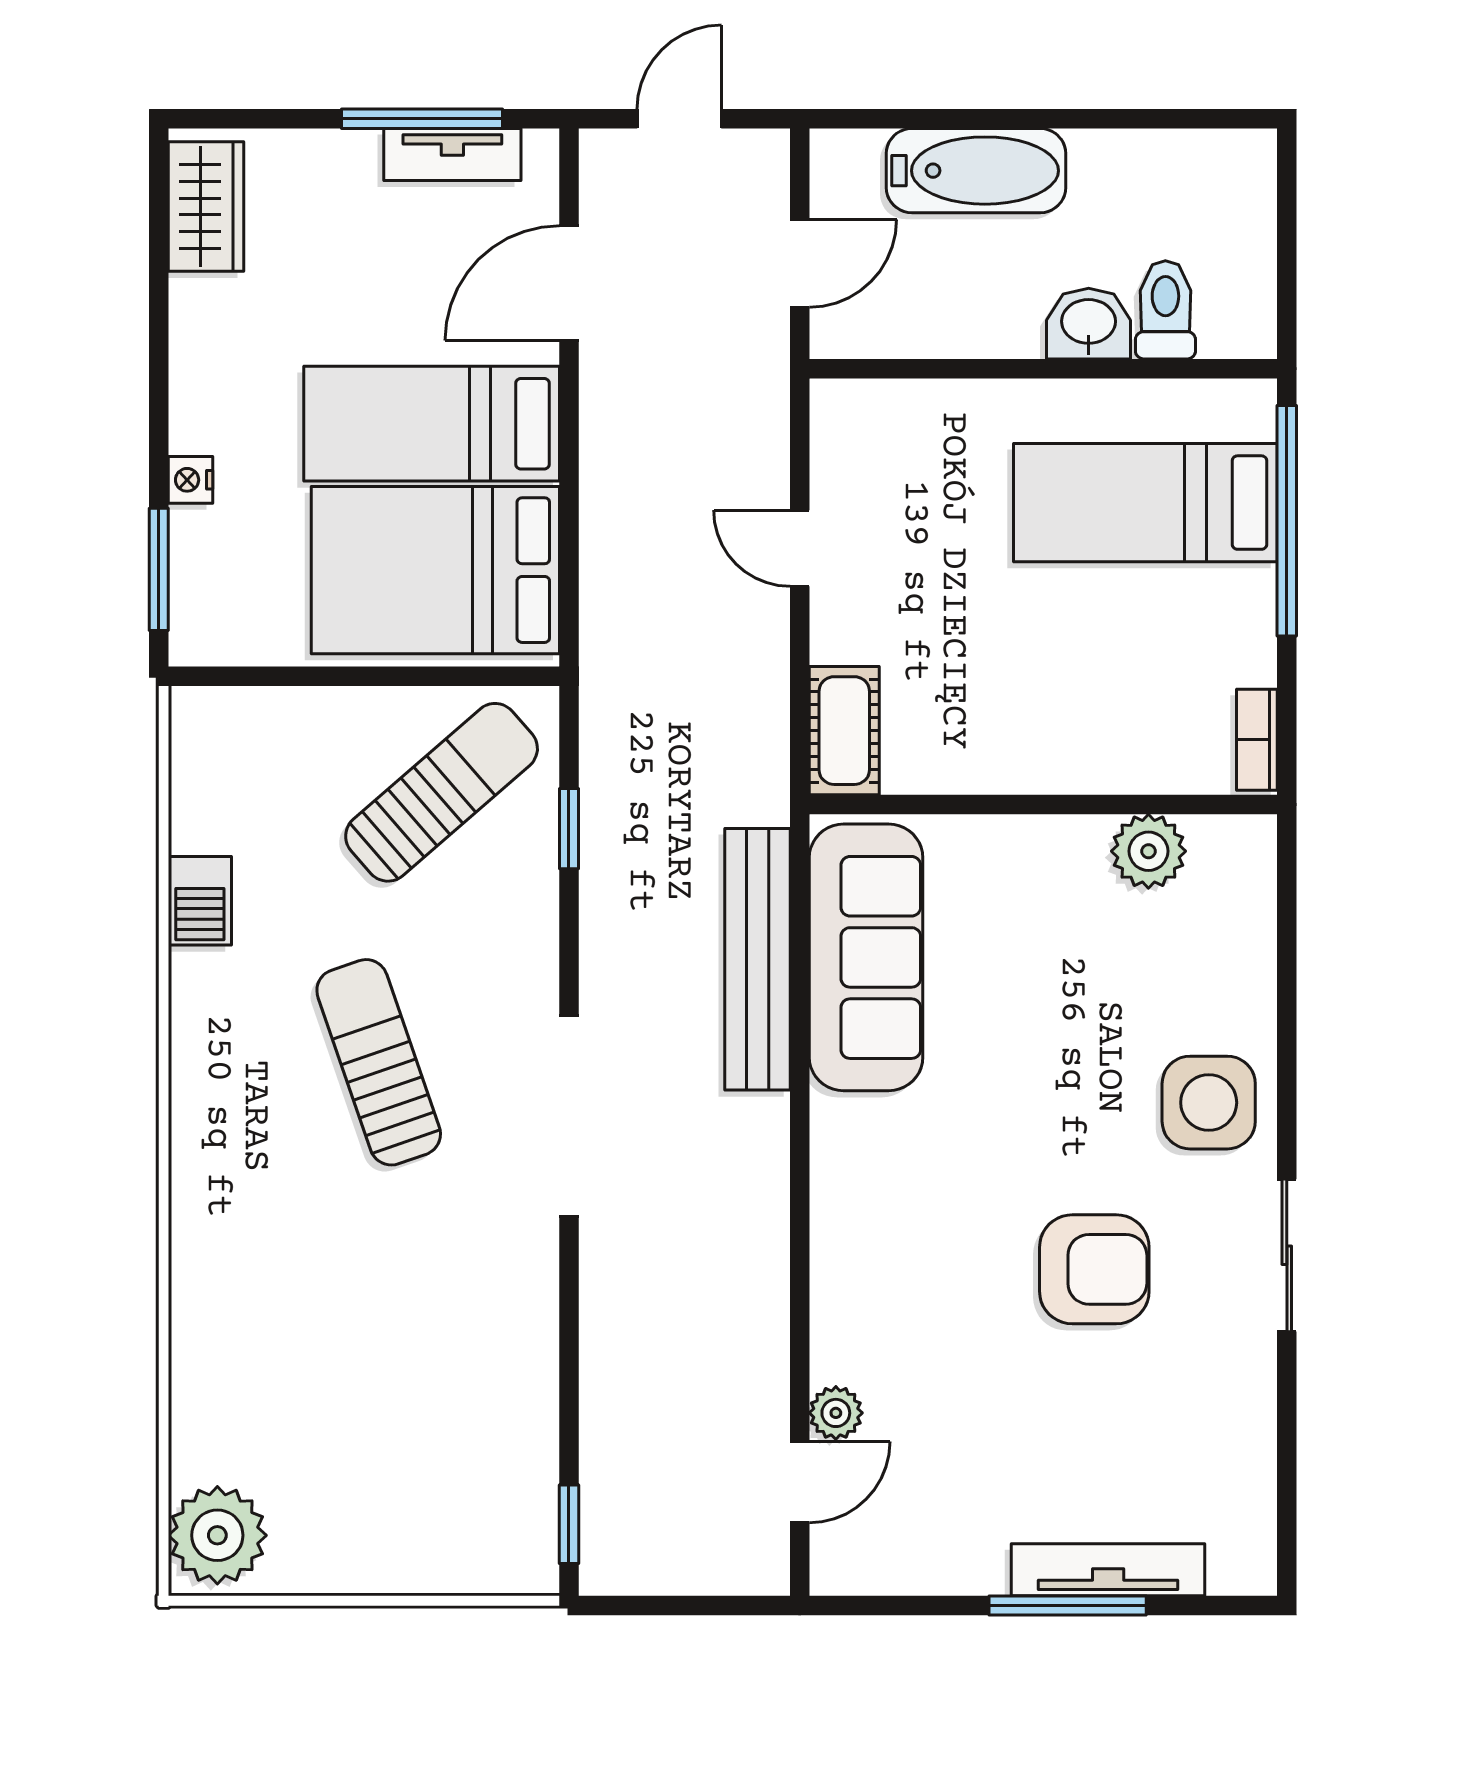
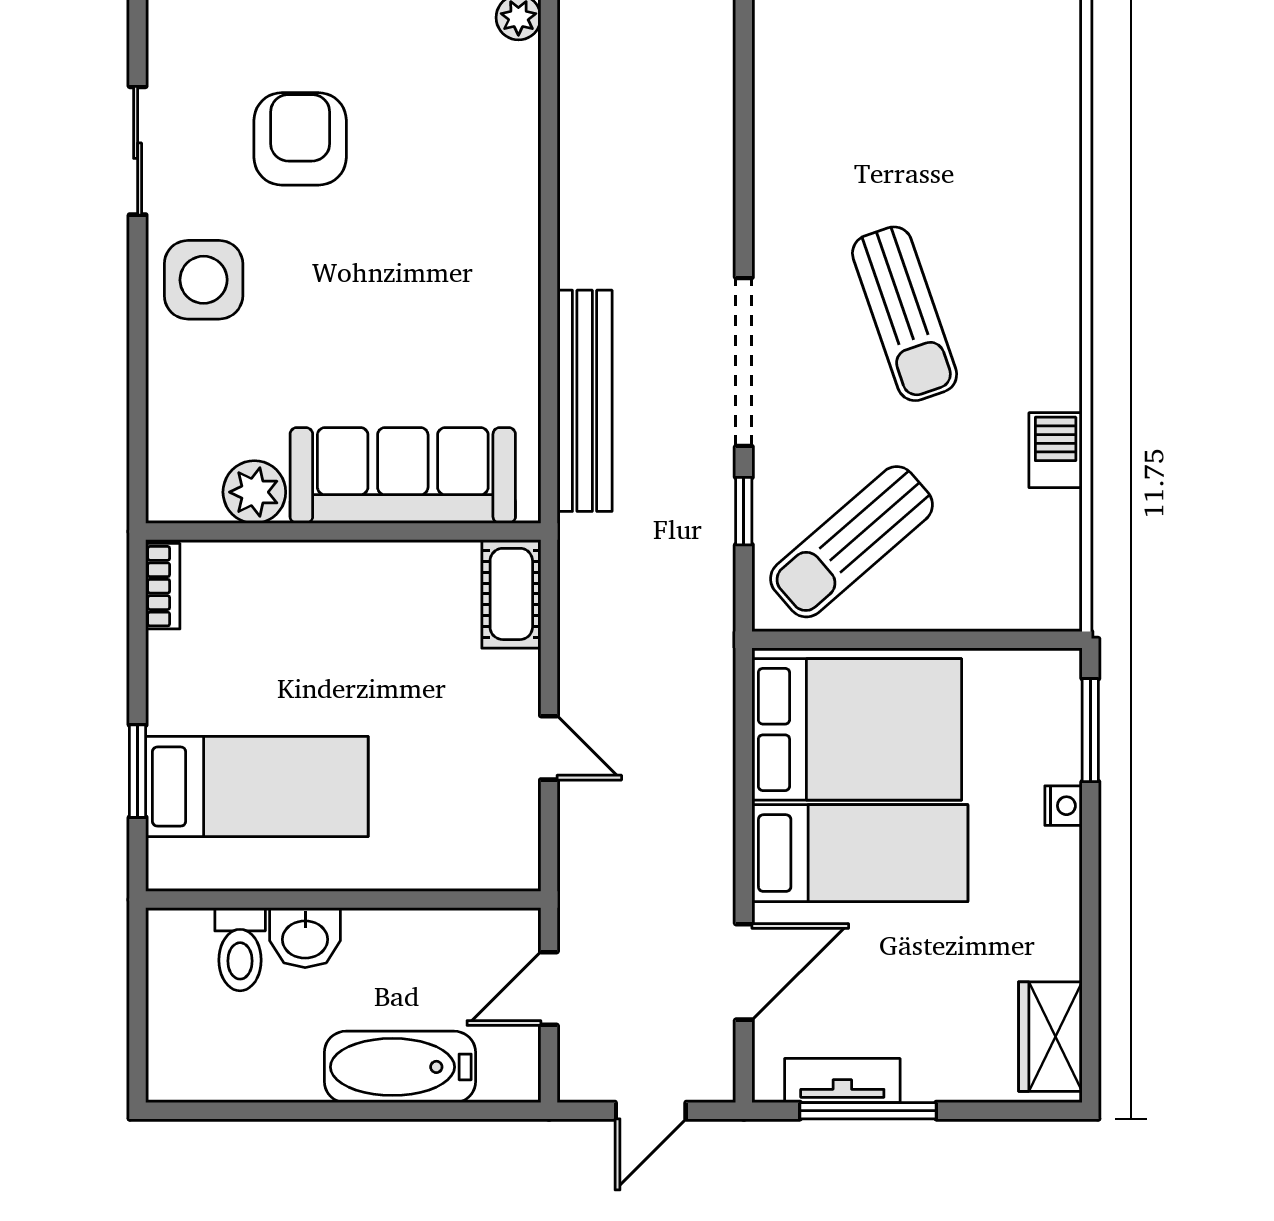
window: (1287, 521) -> (138, 771), width x0.47
sofa: (866, 957) -> (403, 475), moved, turned 90
doorway: (569, 1116) -> (744, 362), moved
armchair: (1094, 1269) -> (300, 139), turned 90

